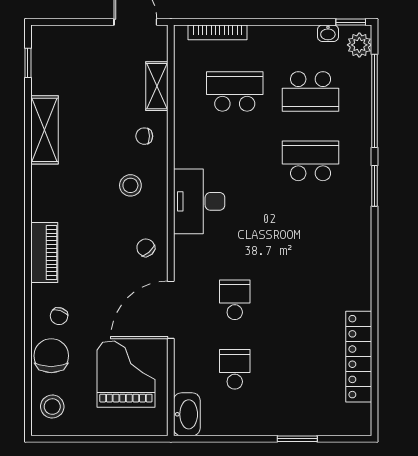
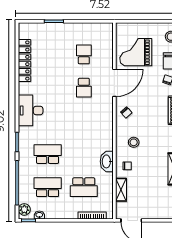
school desk: (311, 161) -> (48, 154), turned 180
desk: (199, 201) -> (31, 110), moved, turned 180
school desk: (235, 369) -> (84, 54), turned 180
grand piano: (126, 374) -> (136, 52), turned 90
washbasin: (187, 414) -> (107, 161), moved

